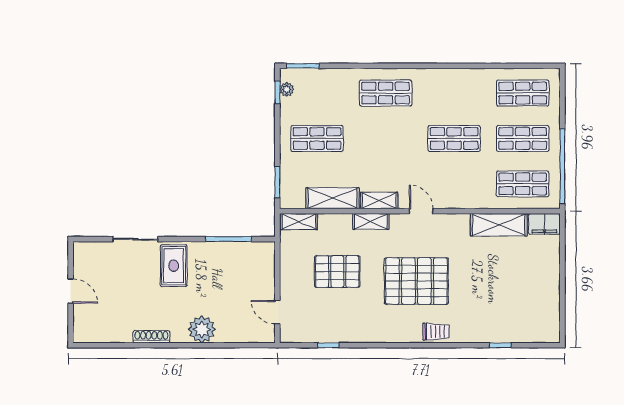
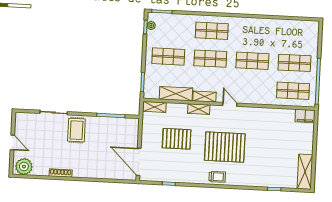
shop shelf: (523, 93) -> (210, 59), moved
shelving: (499, 225) -> (305, 172), moved, turned 90
door: (277, 312) -> (139, 162), width x1.88
plant: (202, 329) -> (24, 167), moved
trolley: (436, 332) -> (217, 177), moved

